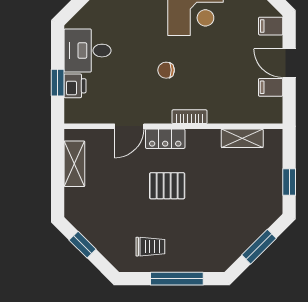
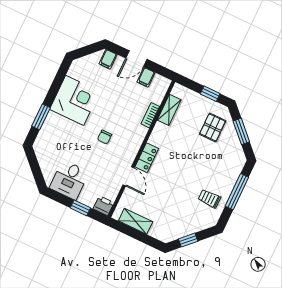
printer: (75, 86) -> (104, 206), moved
bookcase: (190, 117) -> (150, 115), moved
pallet: (167, 186) -> (213, 127), moved
trolley: (150, 247) -> (209, 199), turned -90

